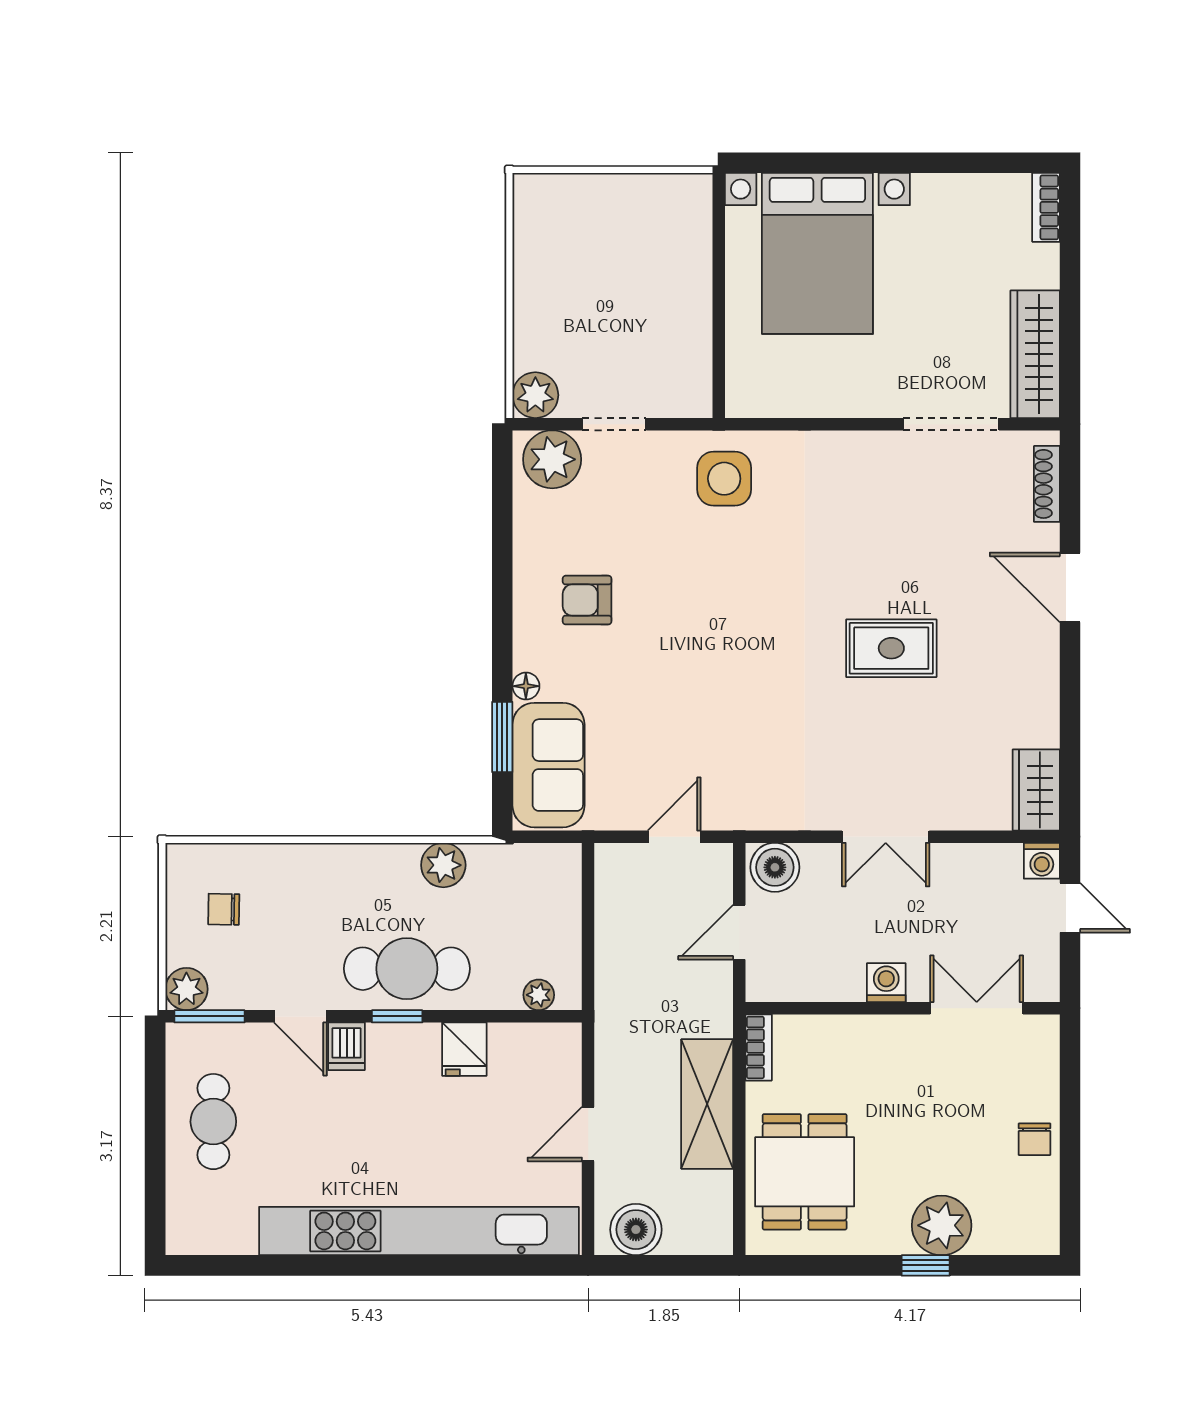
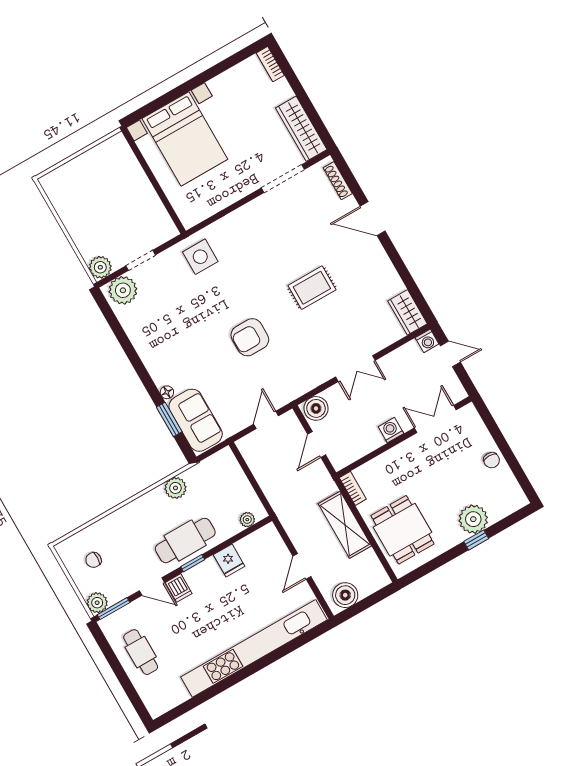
armchair: (587, 600) -> (250, 337), moved, width x1.38, depth x1.38

